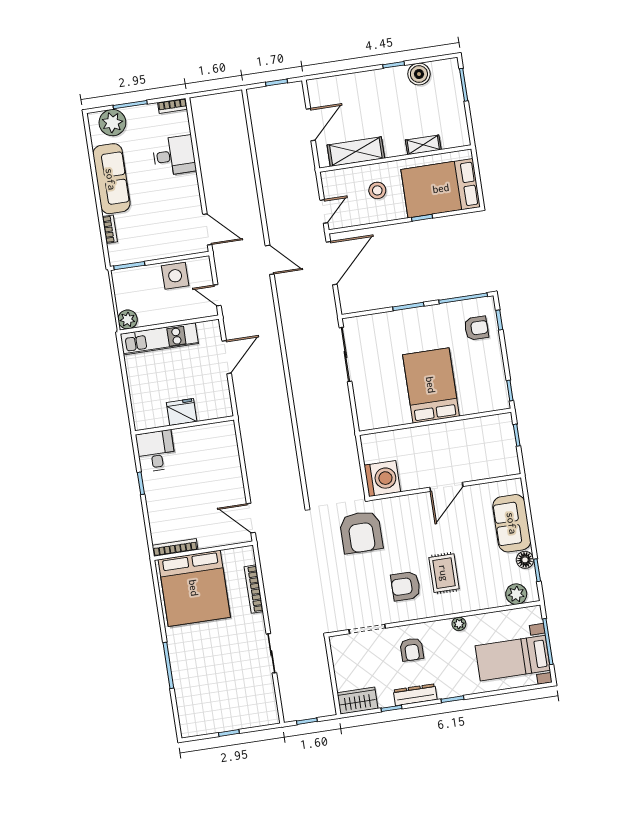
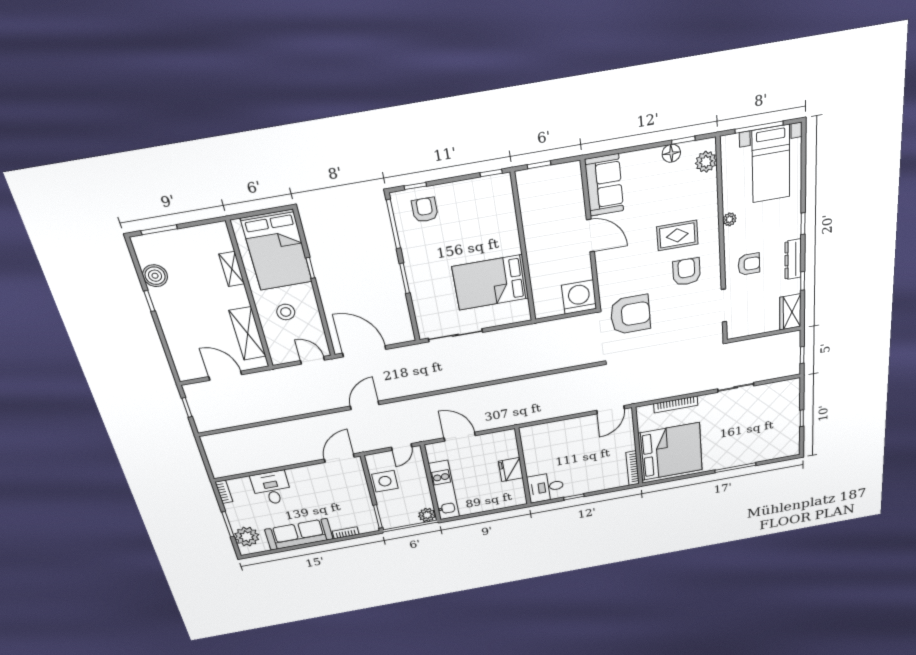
bed: (431, 385) -> (491, 282), moved
sofa: (512, 523) -> (604, 185), moved, turned -90
armchair: (406, 586) -> (687, 272), turned 180

